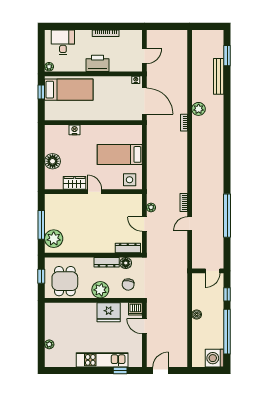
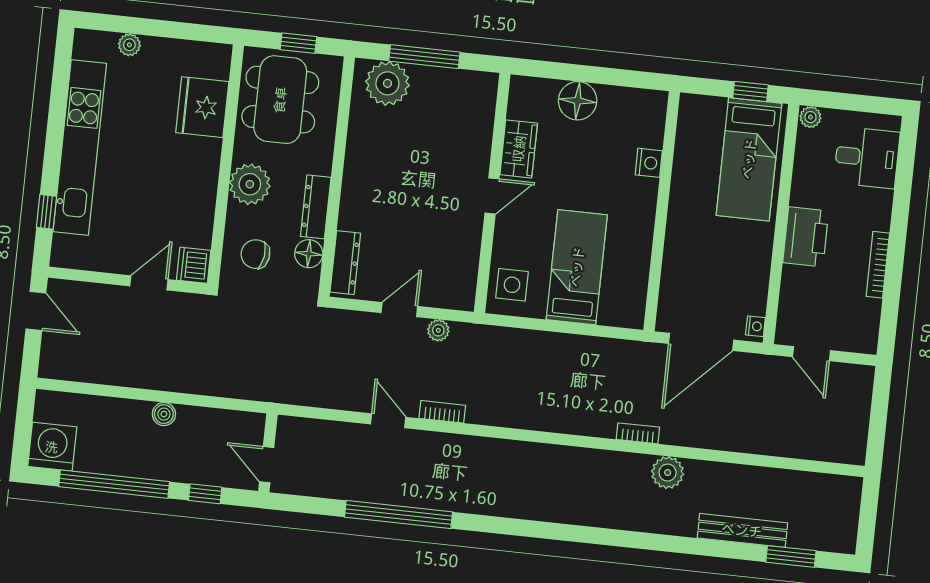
dining table: (65, 281) -> (280, 100), width x1.37
fridge: (109, 312) -> (202, 107), moved
kitchen unit: (102, 360) -> (80, 148), width x1.36

